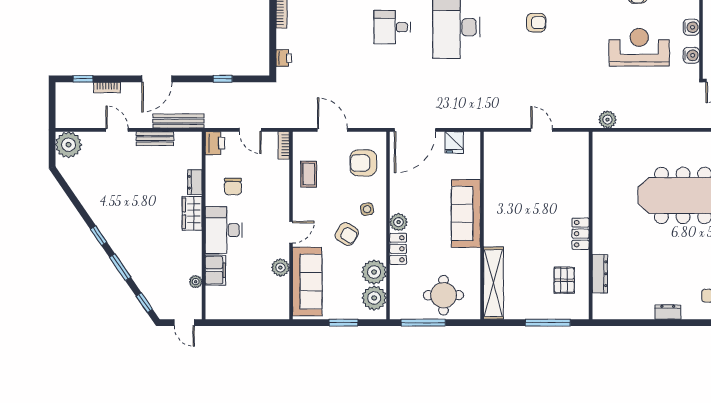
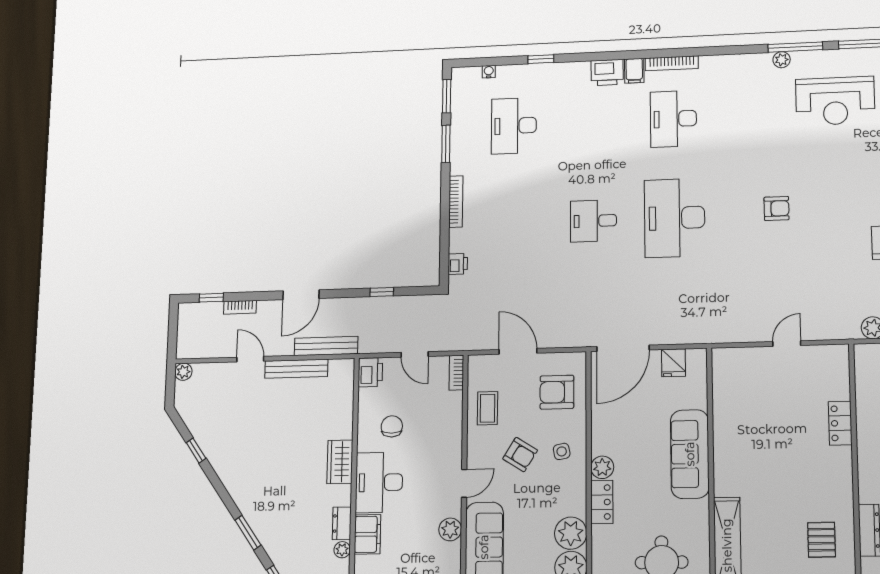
door: (542, 130) -> (787, 344), hinge flipped
bench: (155, 139) -> (296, 369), width x1.36
plant: (69, 145) -> (183, 372), width x0.53, depth x0.53
dresser: (195, 182) -> (342, 523), moved
chair: (233, 186) -> (392, 426), turned 180
armchair: (347, 234) -> (520, 455), moved
locker: (581, 234) -> (840, 423), moved
window: (99, 236) -> (196, 451), moved

